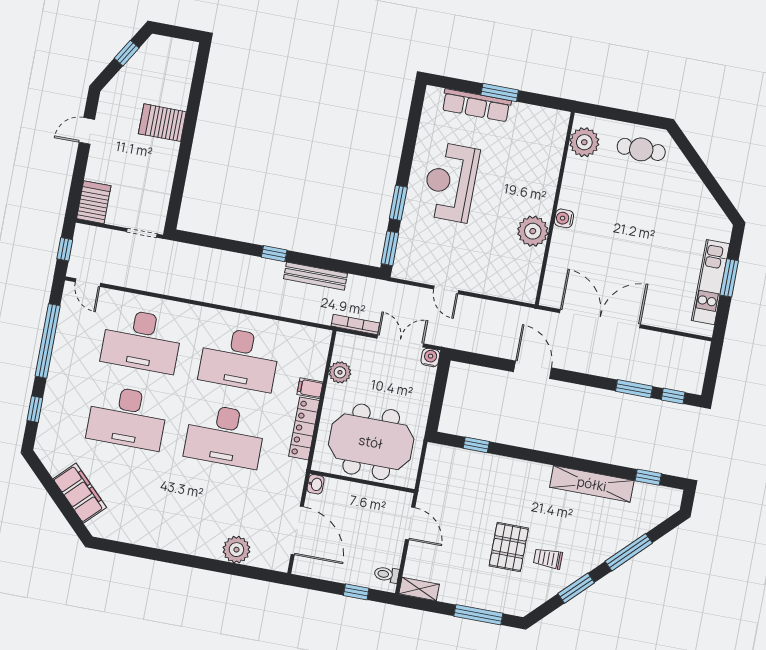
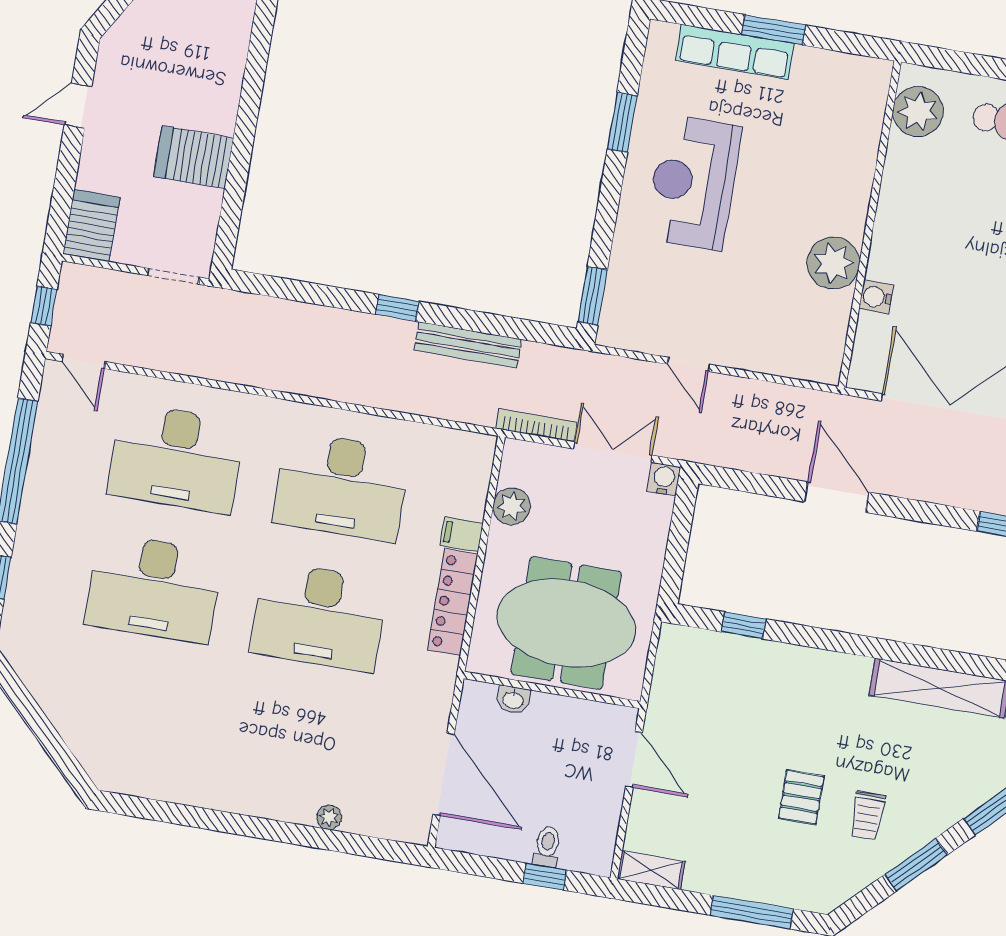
server rack: (162, 123) -> (194, 157), moved
window: (398, 203) -> (622, 122), moved
water cooler: (564, 218) -> (876, 297), moved
washbasin: (316, 484) -> (513, 700), moved, turned 90
filing cabinet: (80, 493) -> (75, 717), removed
pallet: (509, 547) -> (801, 797), width x0.67, depth x0.71
plant: (236, 550) -> (329, 817), width x0.53, depth x0.53
trolley: (548, 559) -> (868, 815), turned -90
toilet: (387, 574) -> (547, 847), moved, turned 90

